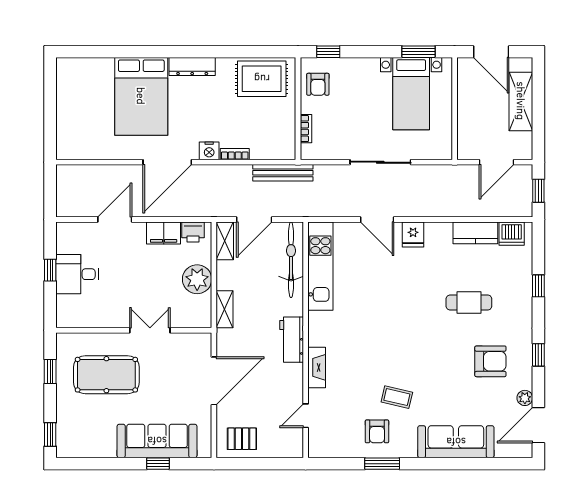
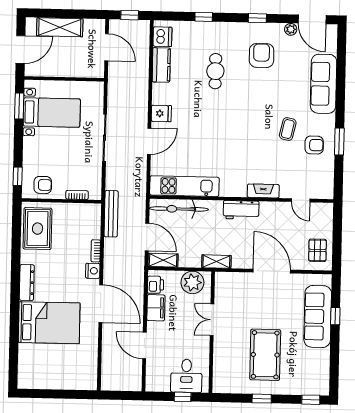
wall: (134, 330) -> (212, 332), moved
double door: (150, 330) -> (212, 320), moved

